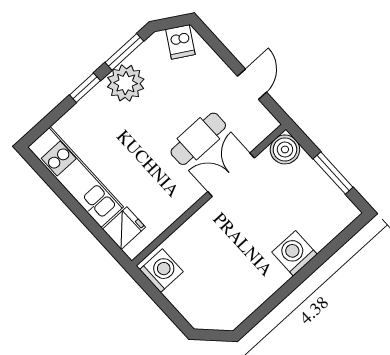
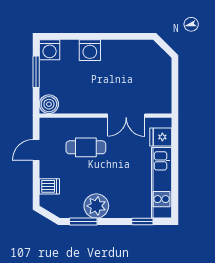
dishwasher: (180, 42) -> (49, 186), moved, turned 59
window: (85, 88) -> (142, 221), moved
double door: (231, 175) -> (126, 116), moved
washing machine: (161, 271) -> (50, 50), moved, turned -90

